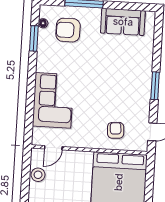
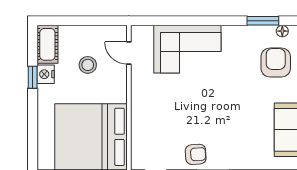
armchair: (116, 130) -> (196, 154), moved
stool: (38, 175) -> (88, 65), moved

